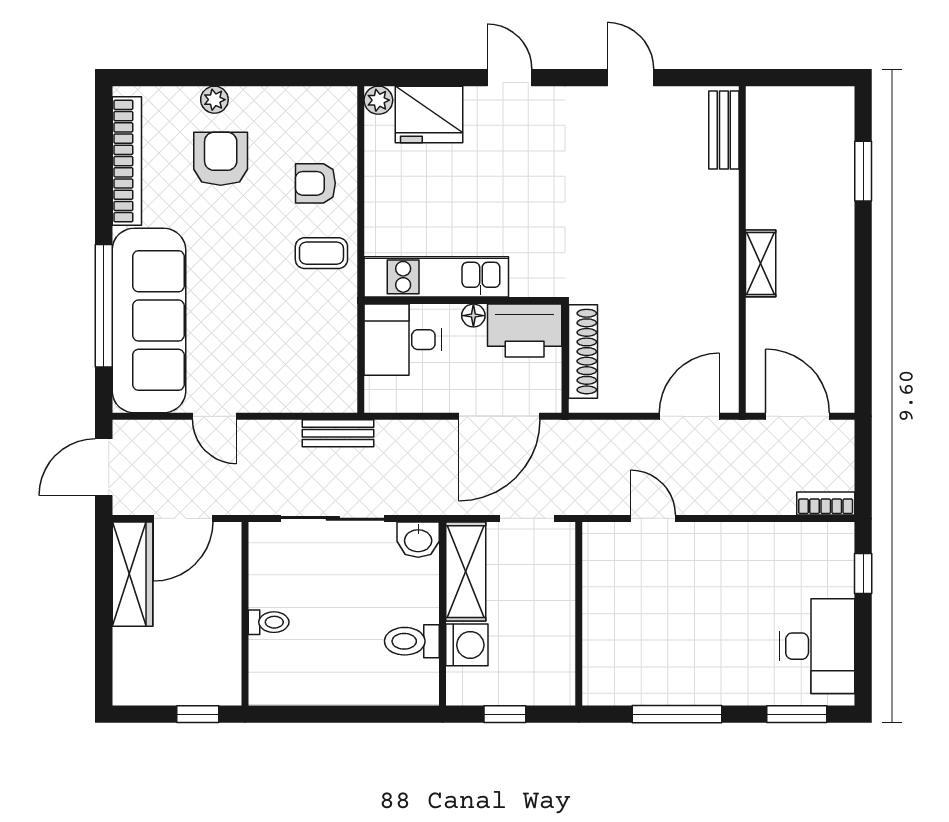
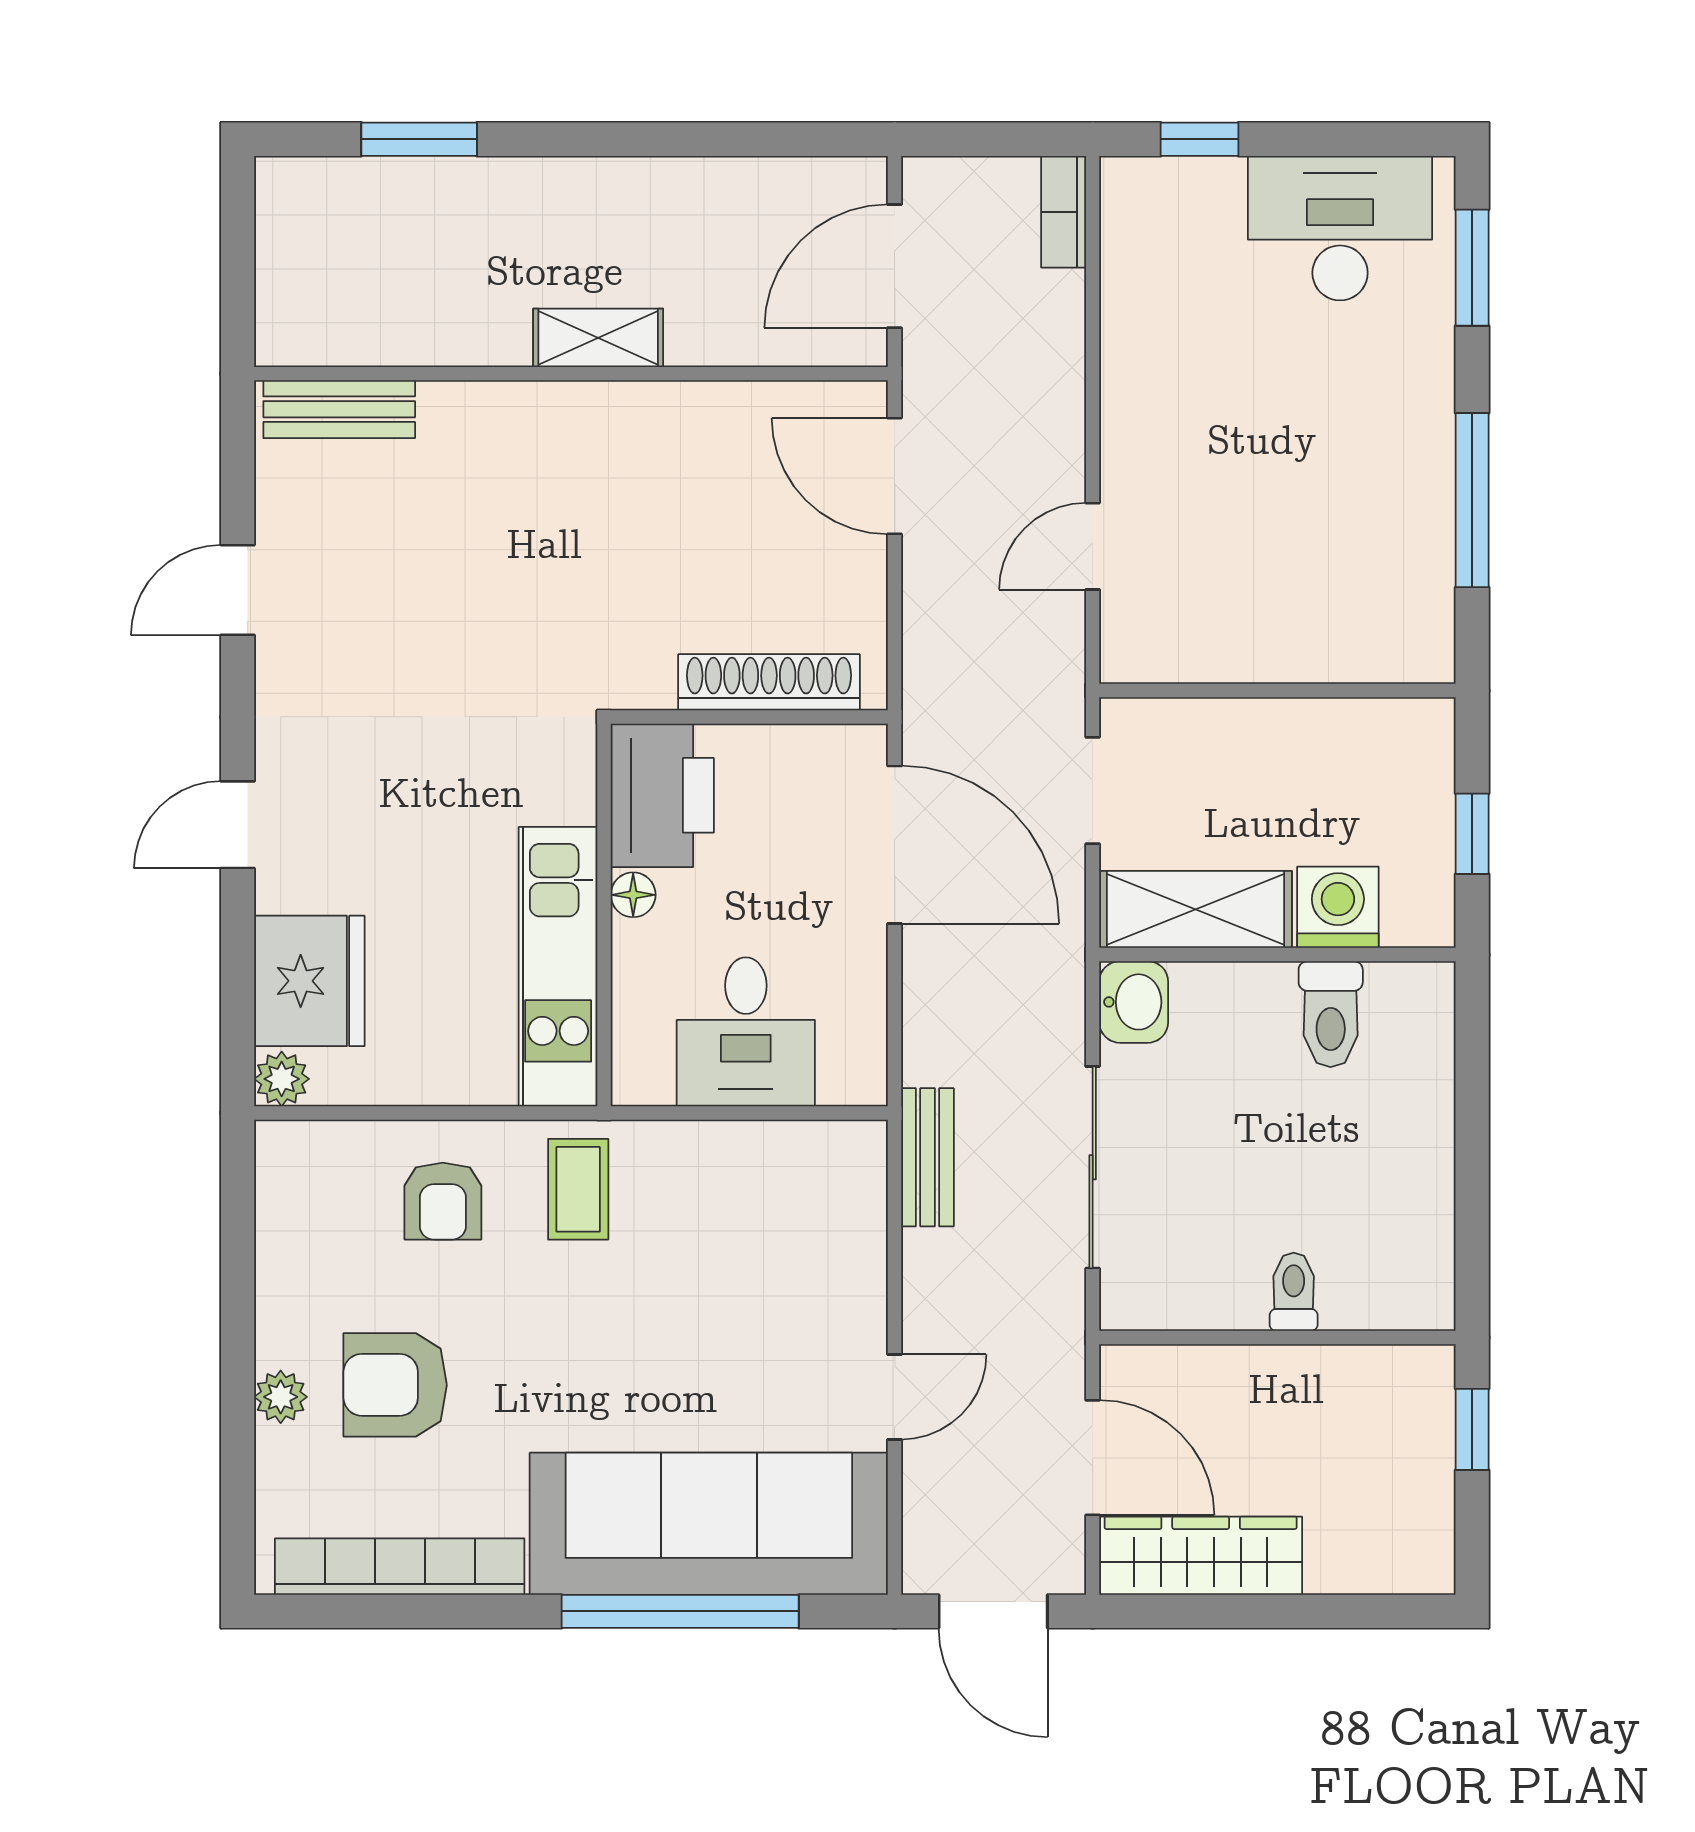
kitchen unit: (436, 277) -> (558, 967), moved
wall: (463, 301) -> (604, 915), moved
floor lamp: (473, 316) -> (633, 895), moved
printer: (525, 331) -> (662, 795), moved

